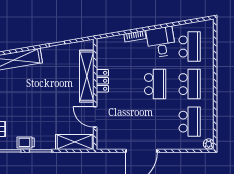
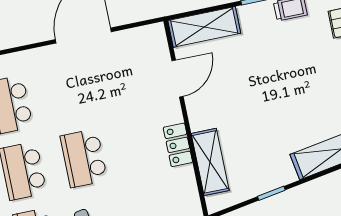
shelving: (87, 76) -> (210, 162), width x0.68
door: (95, 117) -> (178, 79), hinge flipped

